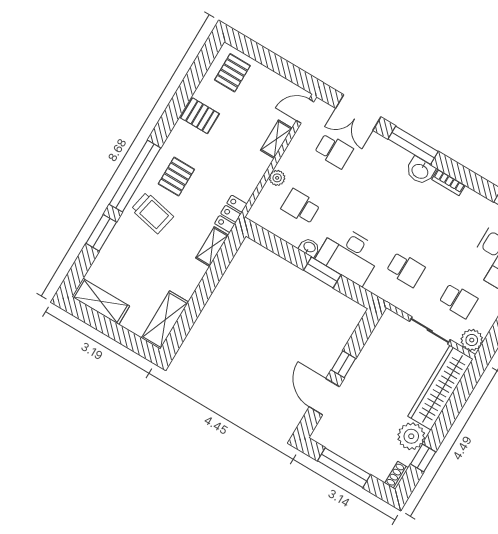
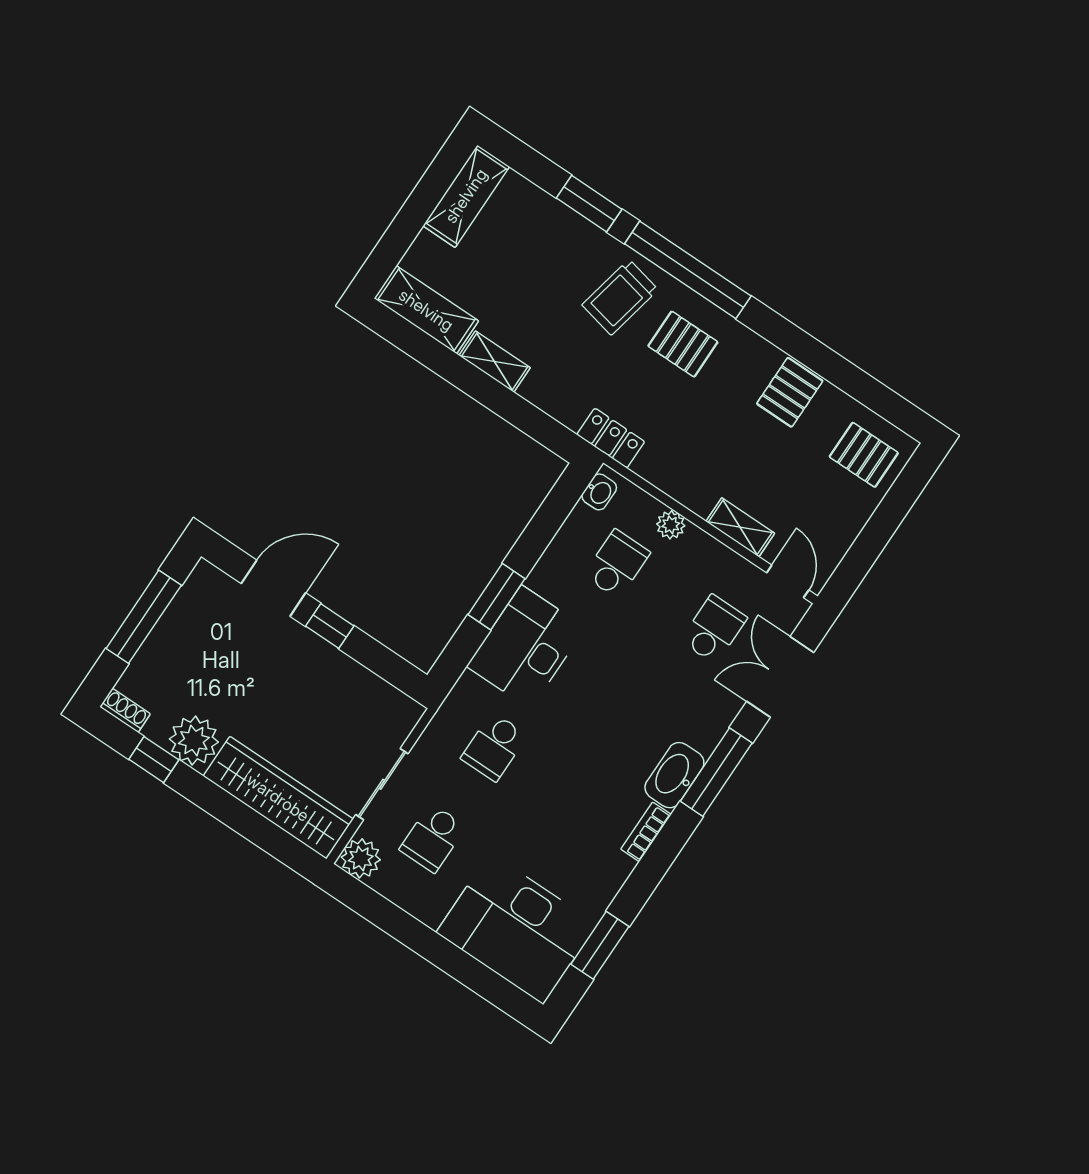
school desk: (334, 151) -> (714, 629), turned 180
washbasin: (420, 171) -> (674, 775), width x1.38
shelving: (212, 247) -> (495, 362), moved
washbasin: (309, 247) -> (599, 492), moved

